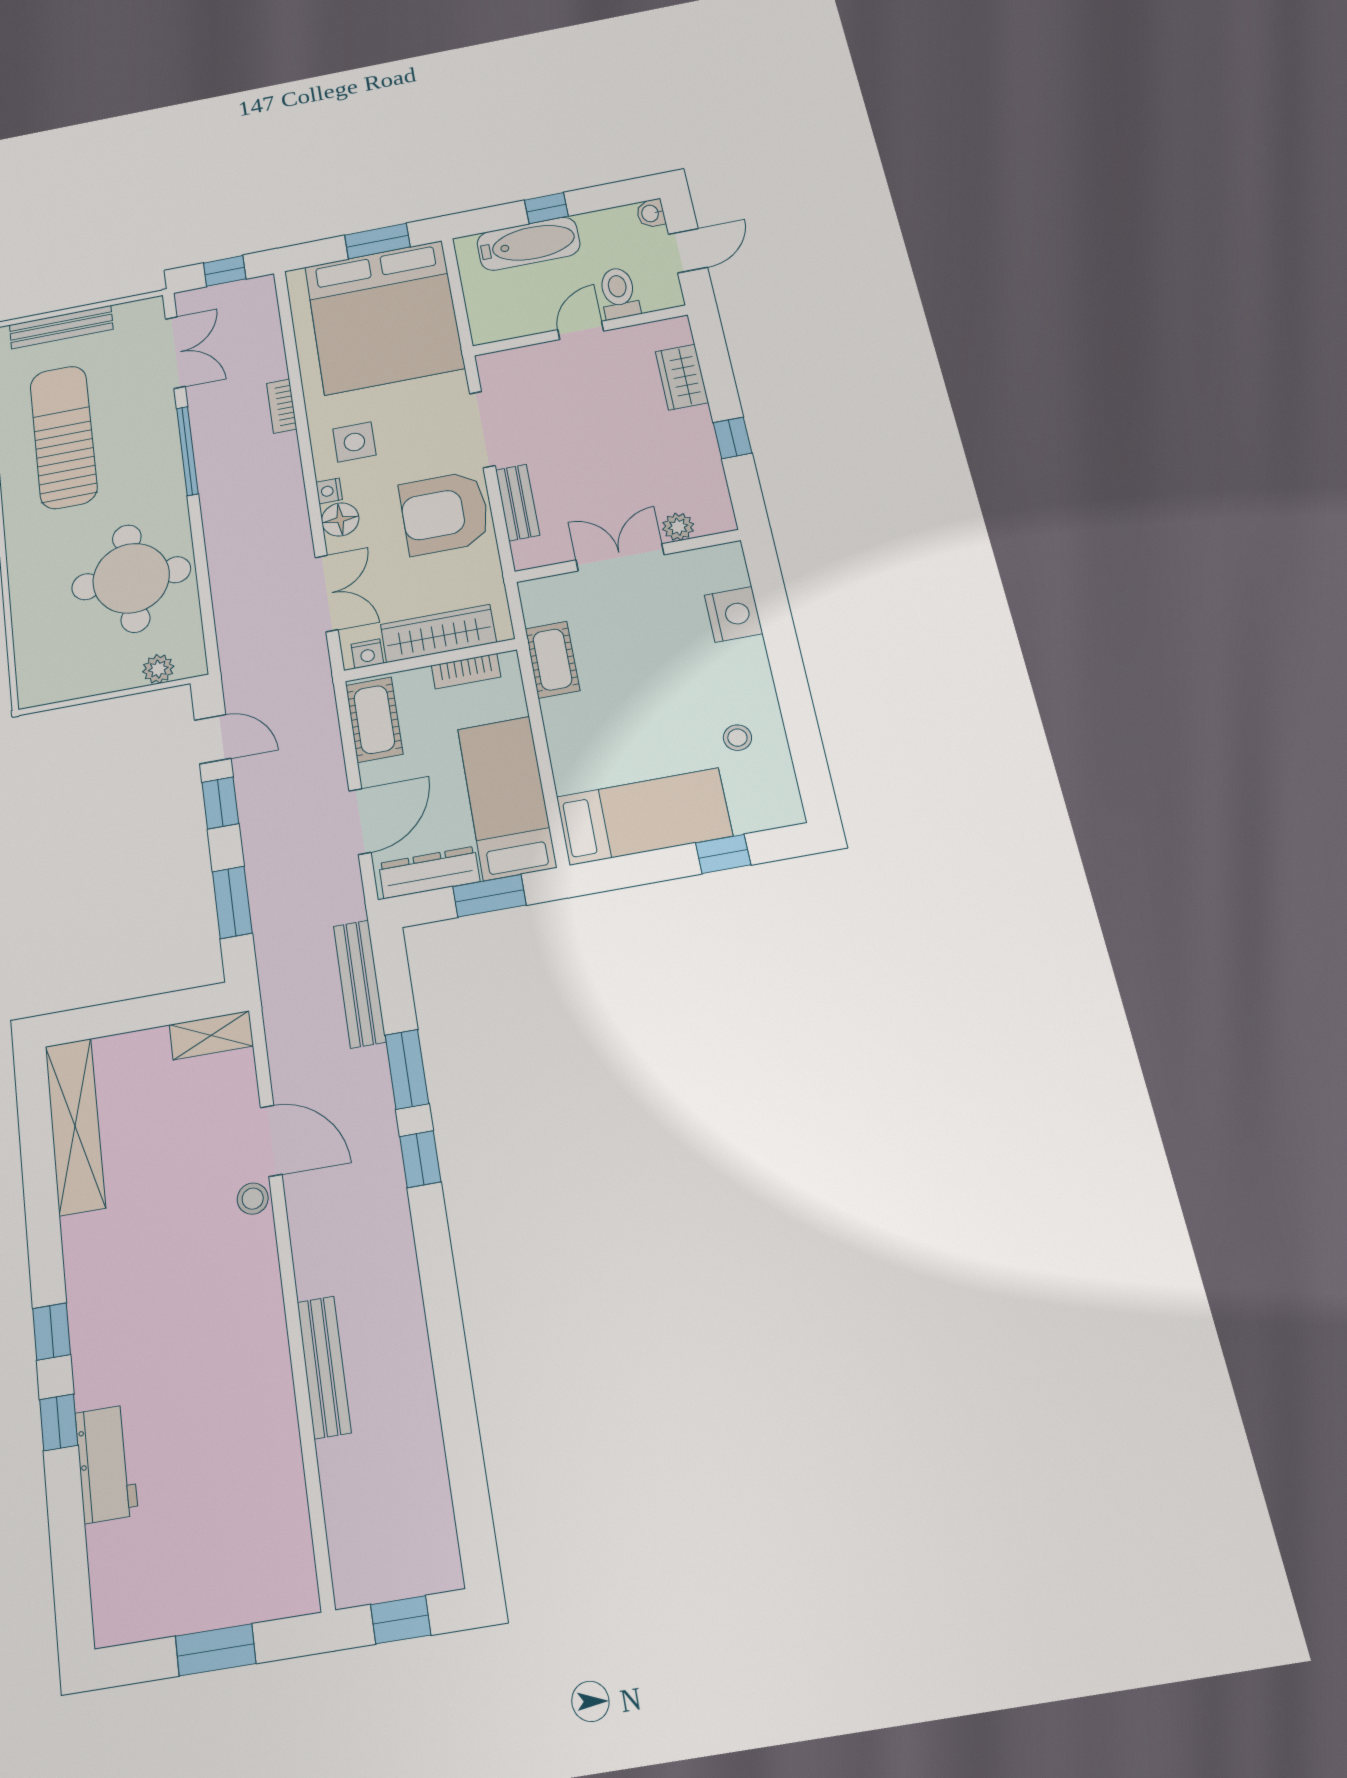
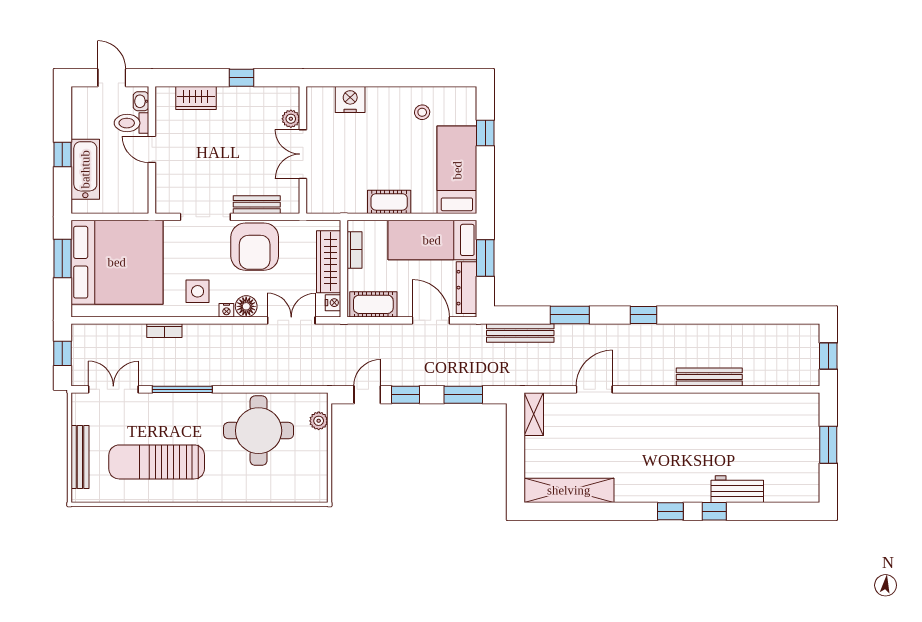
washbasin: (651, 213) -> (141, 101), moved, turned 90
cot: (552, 660) -> (389, 202), moved
window: (420, 1159) -> (644, 315), moved
stool: (253, 1199) -> (622, 402), removed

